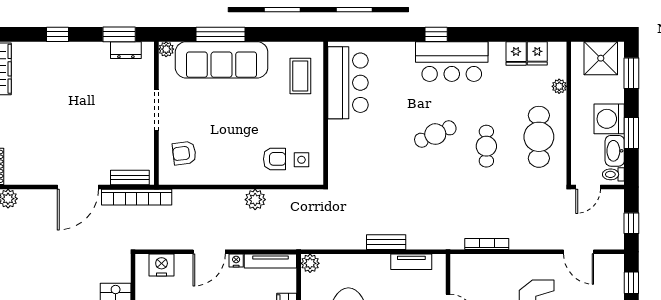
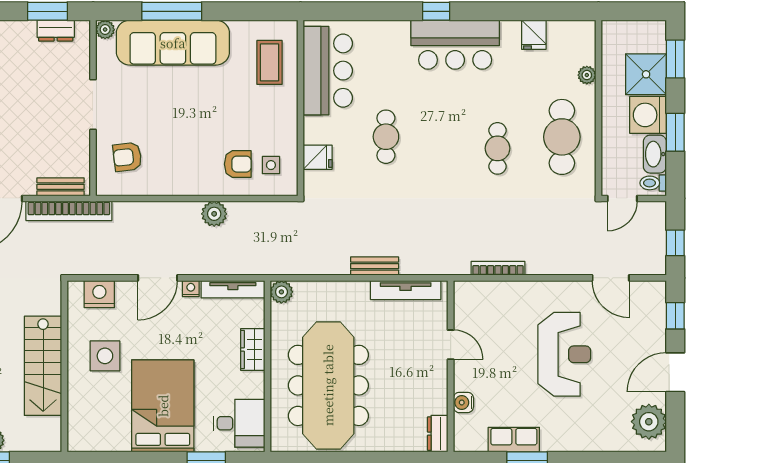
fridge: (537, 53) -> (318, 157), moved, turned -90
shower: (601, 58) -> (646, 74), moved
cafe table: (435, 134) -> (386, 137), moved, turned -66
tv unit: (411, 262) -> (406, 290), width x1.41

